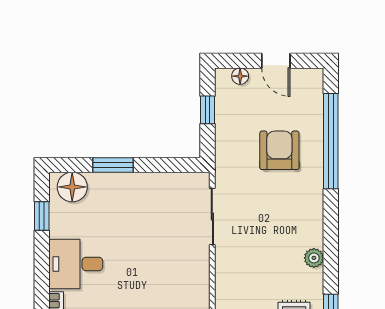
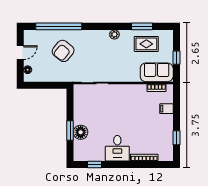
window: (208, 110) -> (44, 85), removed
armchair: (279, 150) -> (63, 51), turned -51
floor lamp: (72, 187) -> (81, 132), moved

